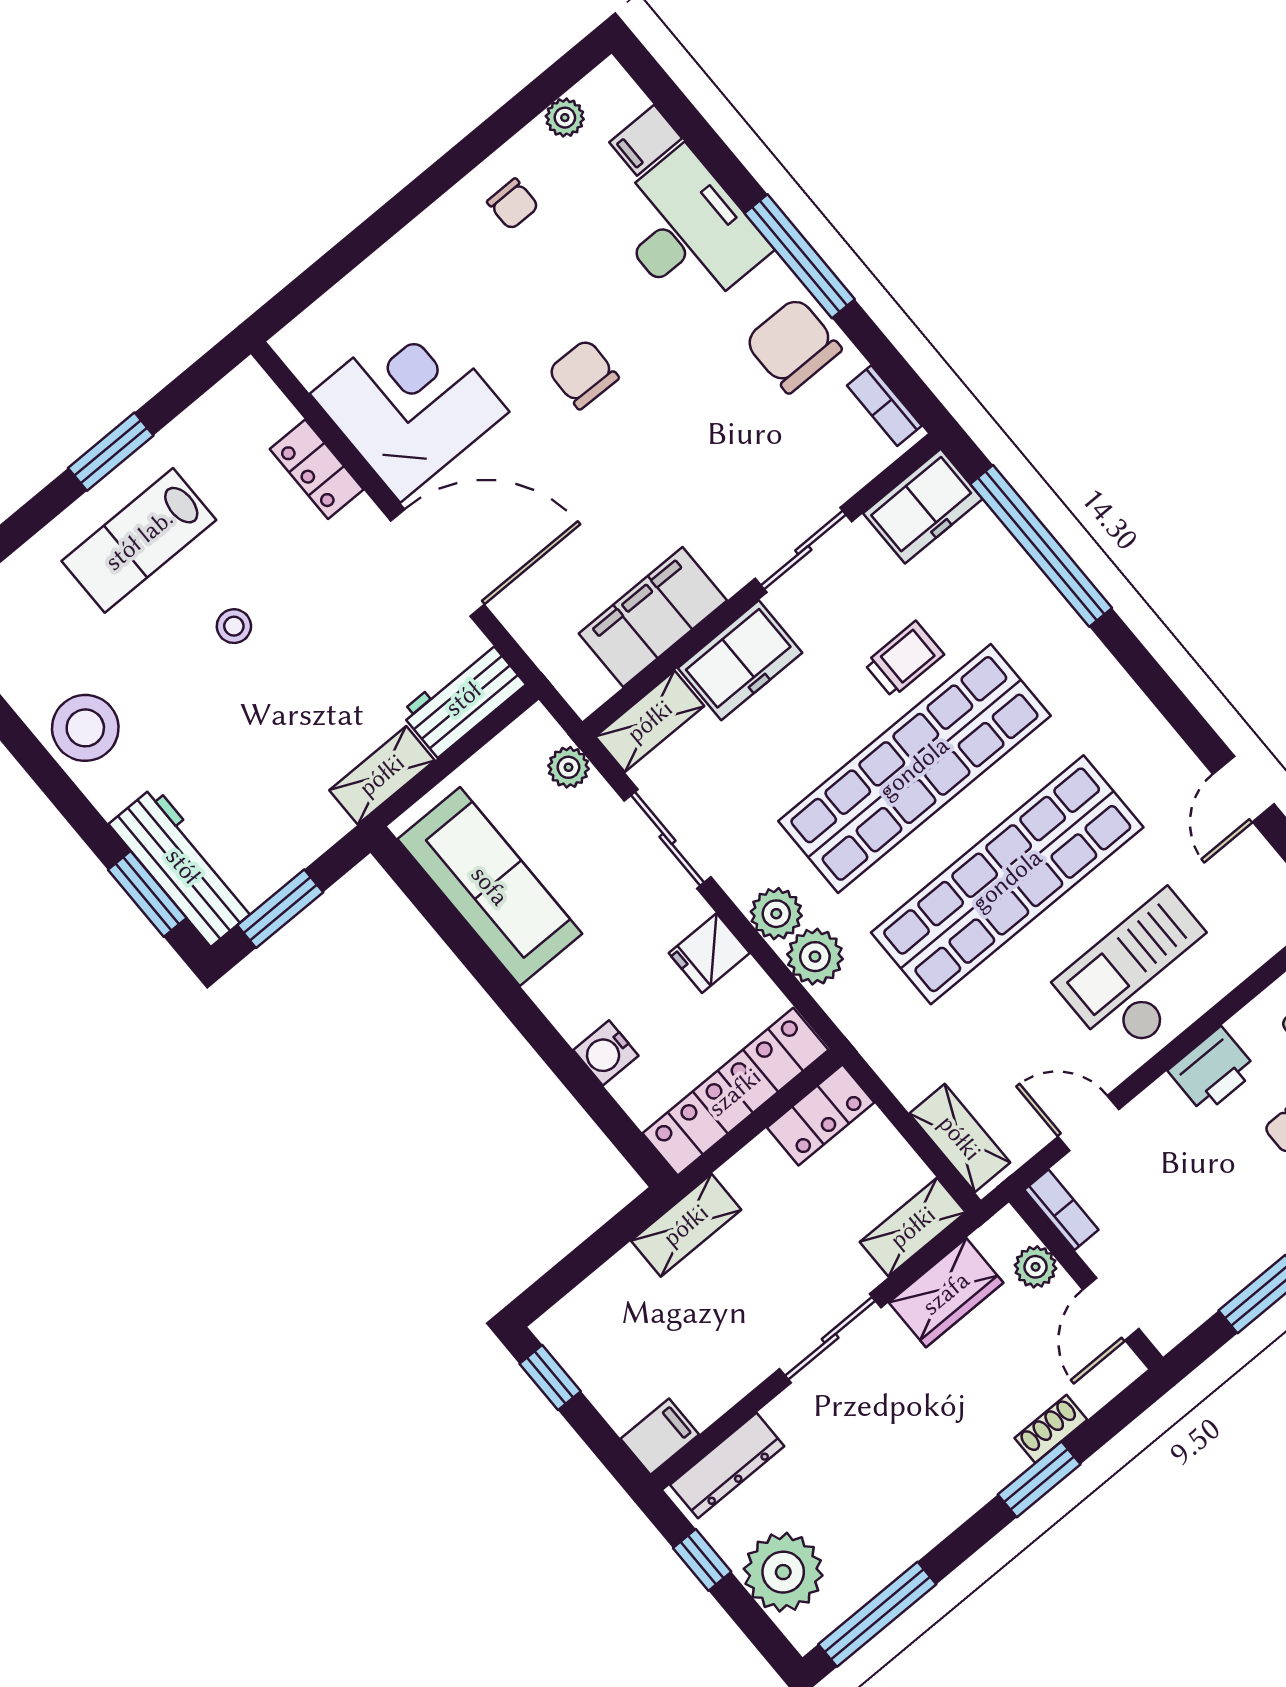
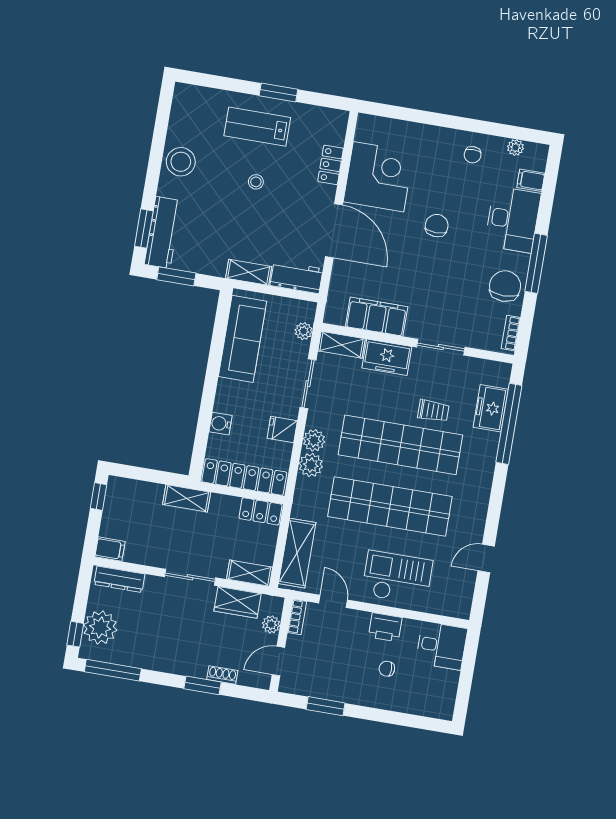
freezer: (923, 506) -> (491, 408), moved, turned 90
shelving: (960, 1138) -> (297, 553), width x1.50, depth x1.33
window: (702, 1560) -> (75, 634), moved

